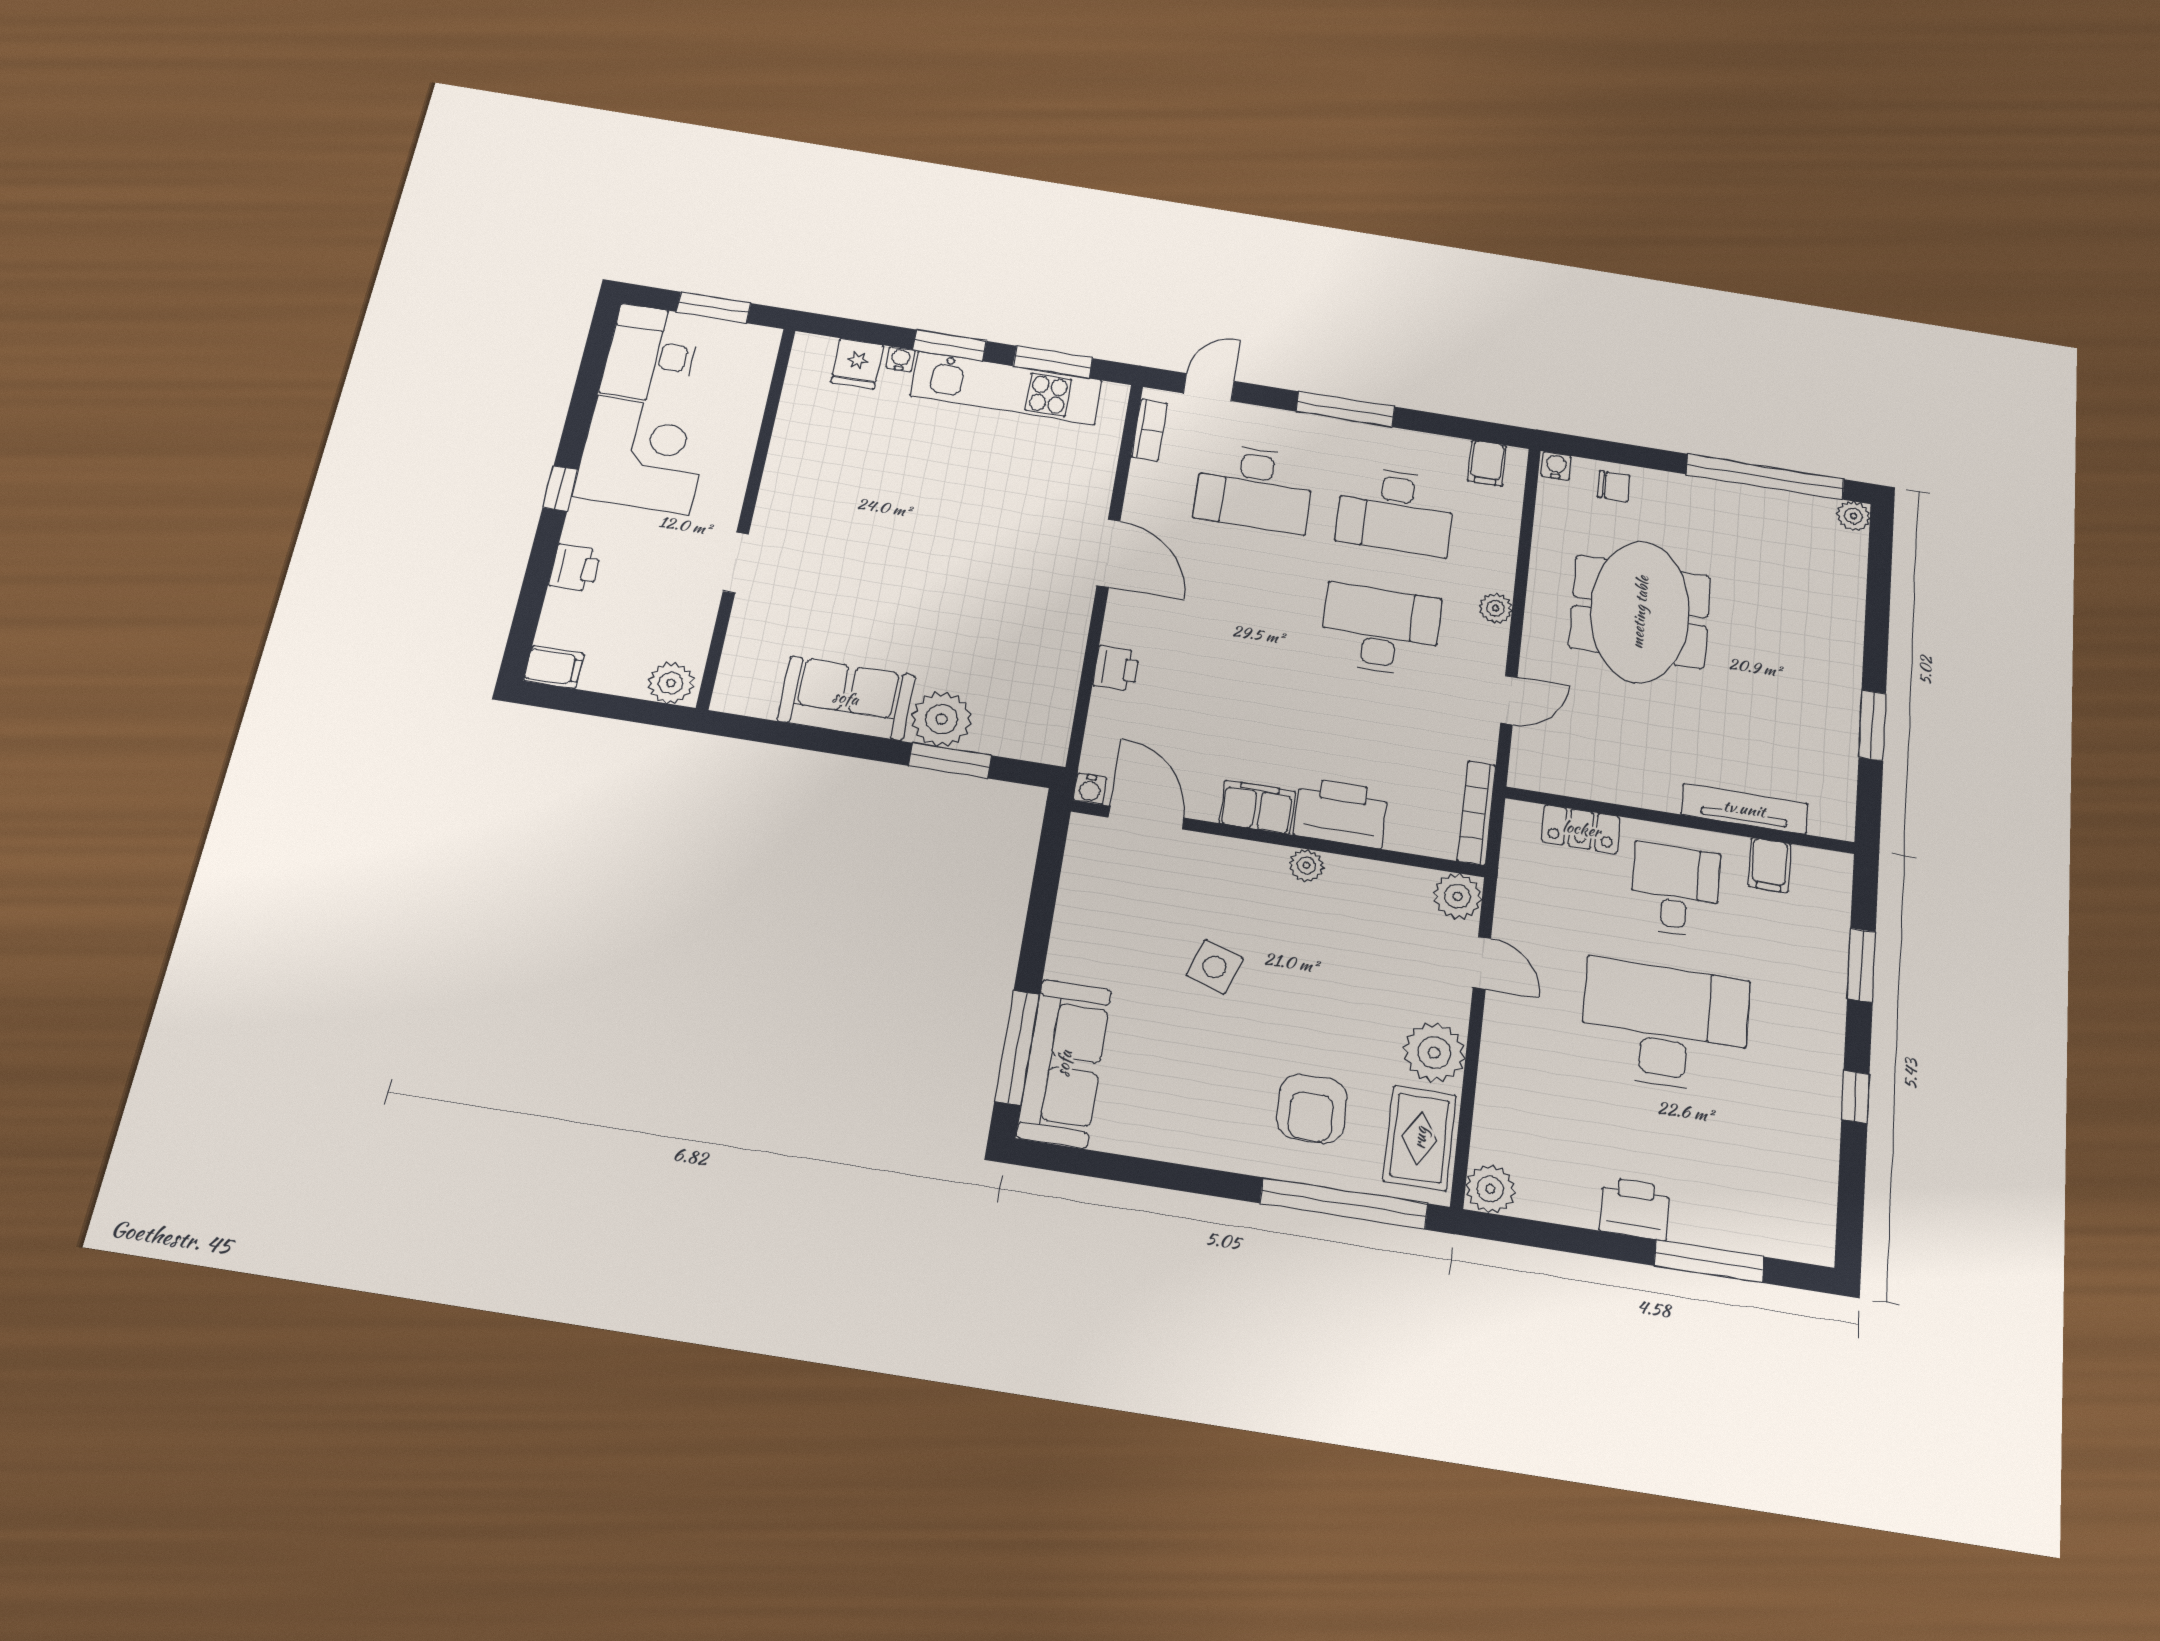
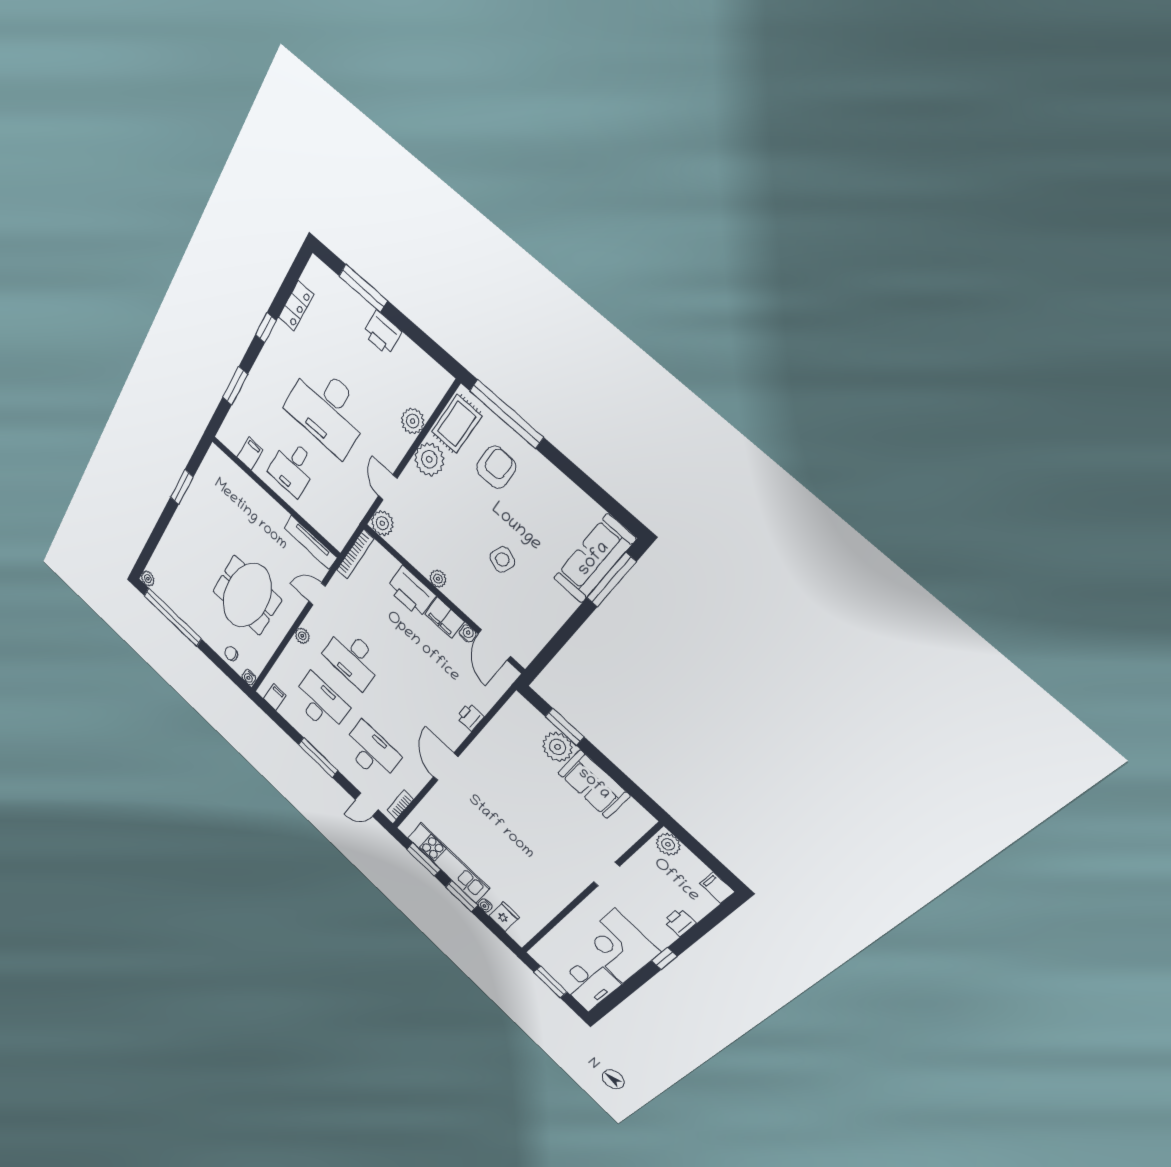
water cooler: (1090, 789) -> (467, 633), moved
tv unit: (1744, 809) -> (310, 543), moved
locker: (1581, 829) -> (296, 306), moved, turned 90
plant: (1490, 1189) -> (413, 421), moved

